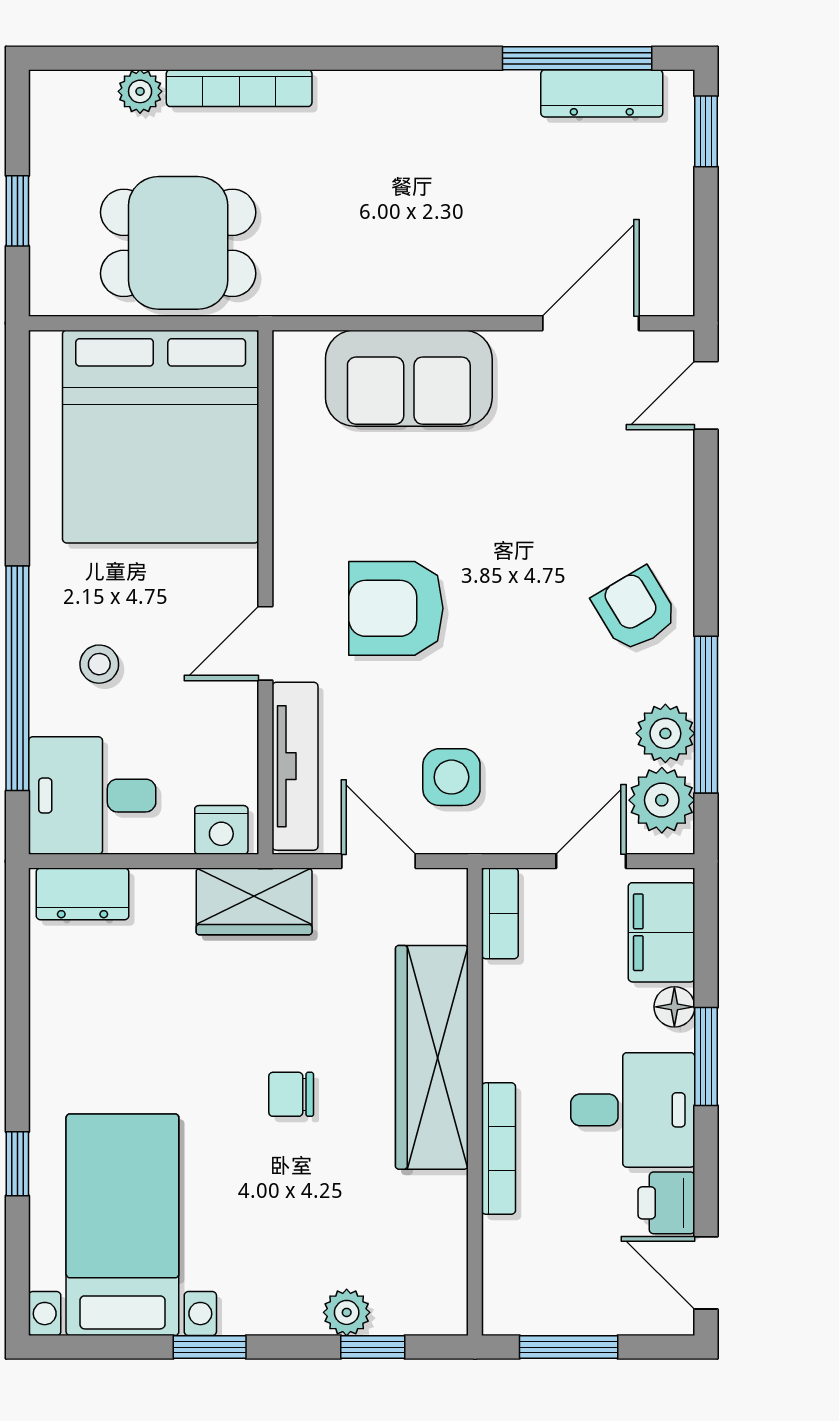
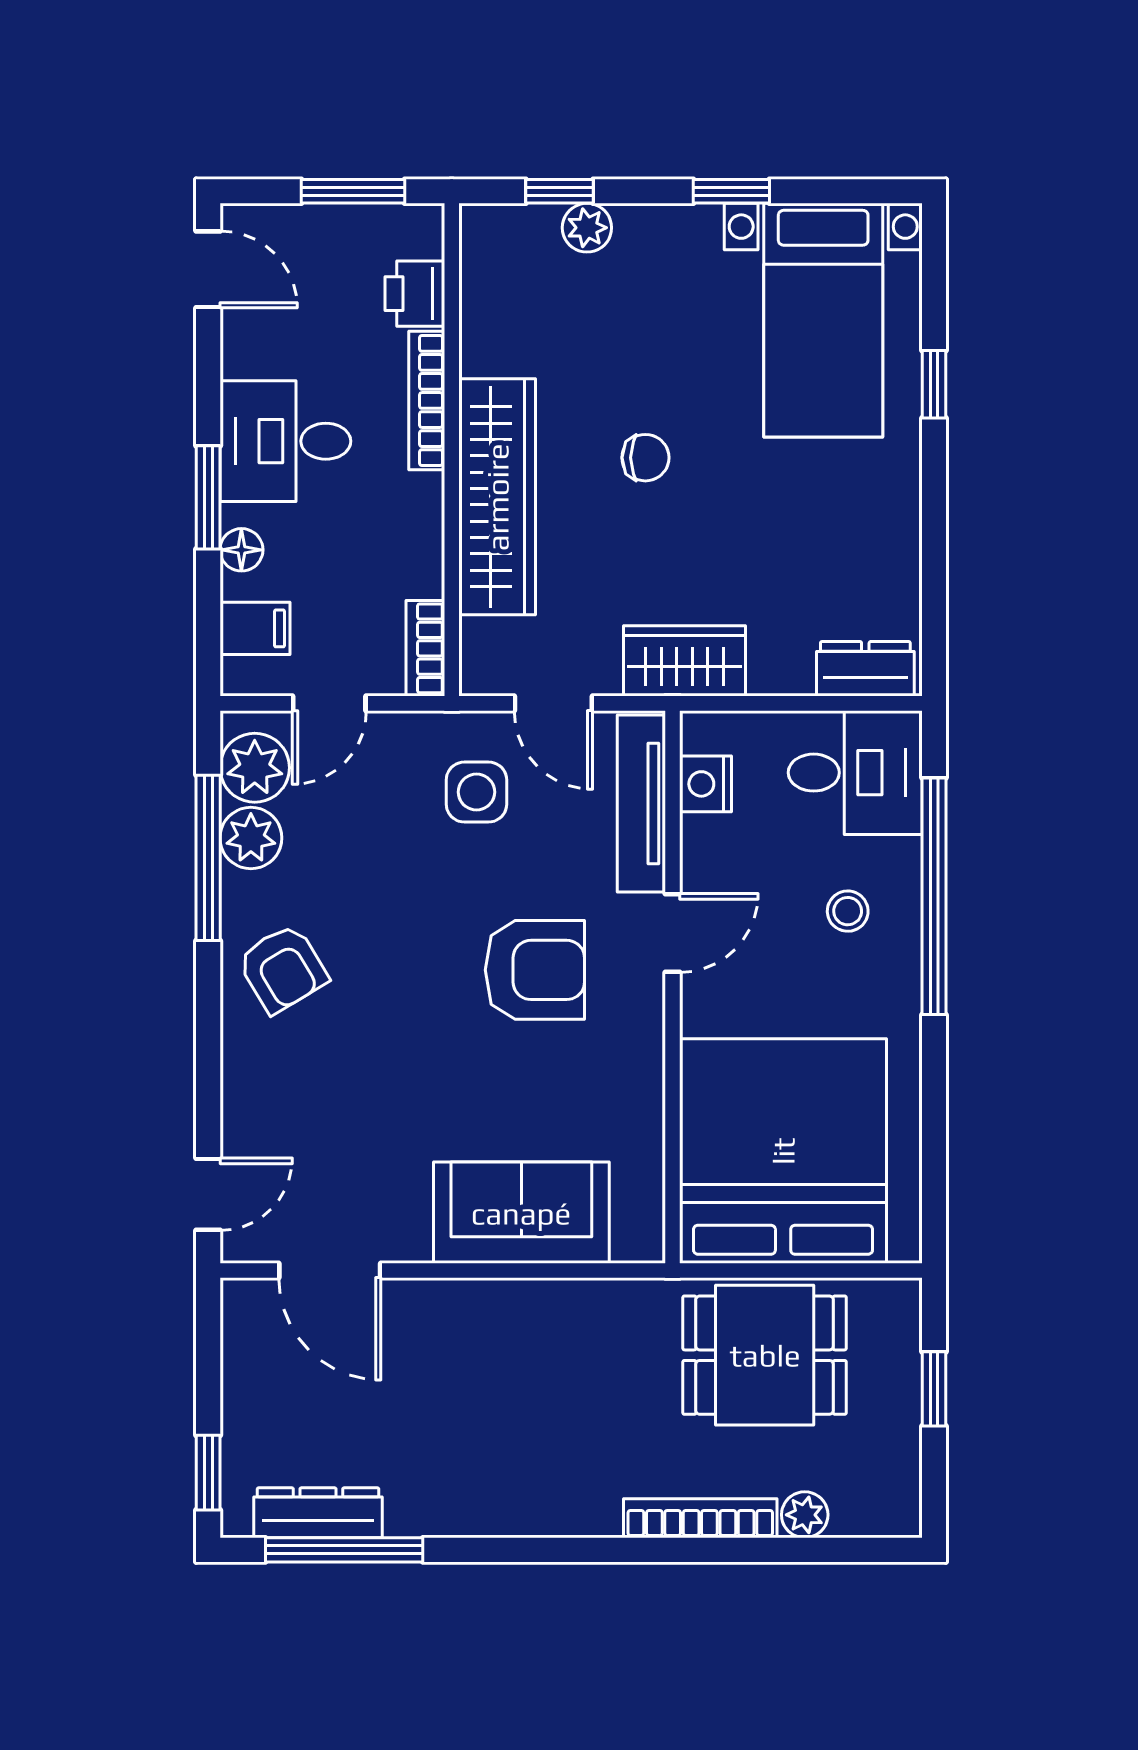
door: (591, 323) -> (330, 1270), hinge flipped
nightstand: (221, 830) -> (705, 784), moved, turned -90
filing cabinet: (661, 932) -> (255, 628), width x0.50
printer: (666, 1203) -> (415, 294), moved, turned 180

